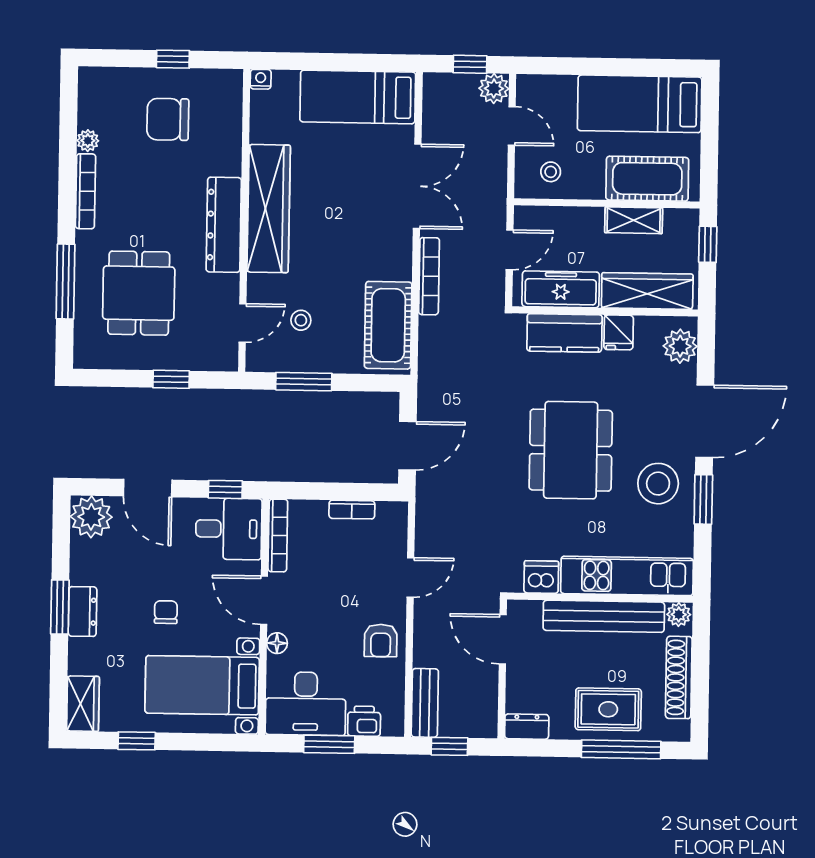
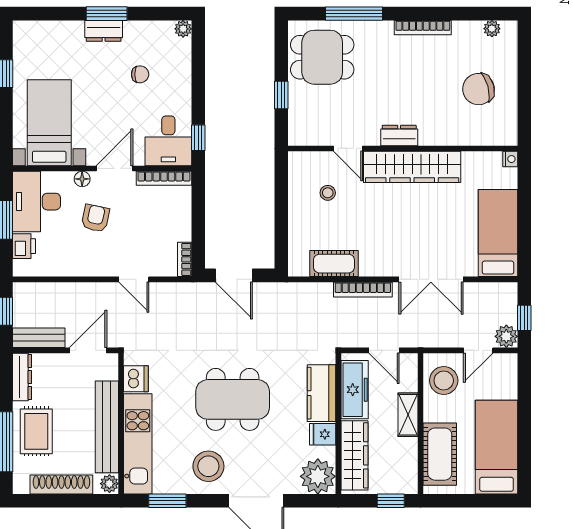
window: (173, 59) -> (524, 92), removed
chair: (168, 119) -> (479, 89), turned -105
plant: (88, 141) -> (492, 29), moved
stool: (551, 172) -> (444, 381), width x1.89, depth x1.89
shelving: (634, 220) -> (408, 415), moved
dresser: (224, 225) -> (399, 136), width x0.51, depth x0.80
dining table: (139, 293) -> (322, 57), moved
door: (242, 323) -> (348, 148), moved
cot: (388, 325) -> (334, 264), width x0.73, depth x0.75
plant: (680, 346) -> (318, 476), width x1.36, depth x1.36
window: (304, 382) -> (281, 196), removed
door: (148, 488) -> (198, 79), removed
window: (703, 499) -> (167, 501), moved
bookcase: (352, 510) -> (185, 259), moved
plant: (91, 517) -> (183, 29), width x0.53, depth x0.53
chair: (166, 612) -> (140, 74), moved
armchair: (381, 640) -> (95, 218), moved, turned 102
bench: (425, 703) -> (39, 338), moved
wardrobe: (83, 704) -> (34, 32), removed
dresser: (527, 727) -> (22, 377), width x1.44

